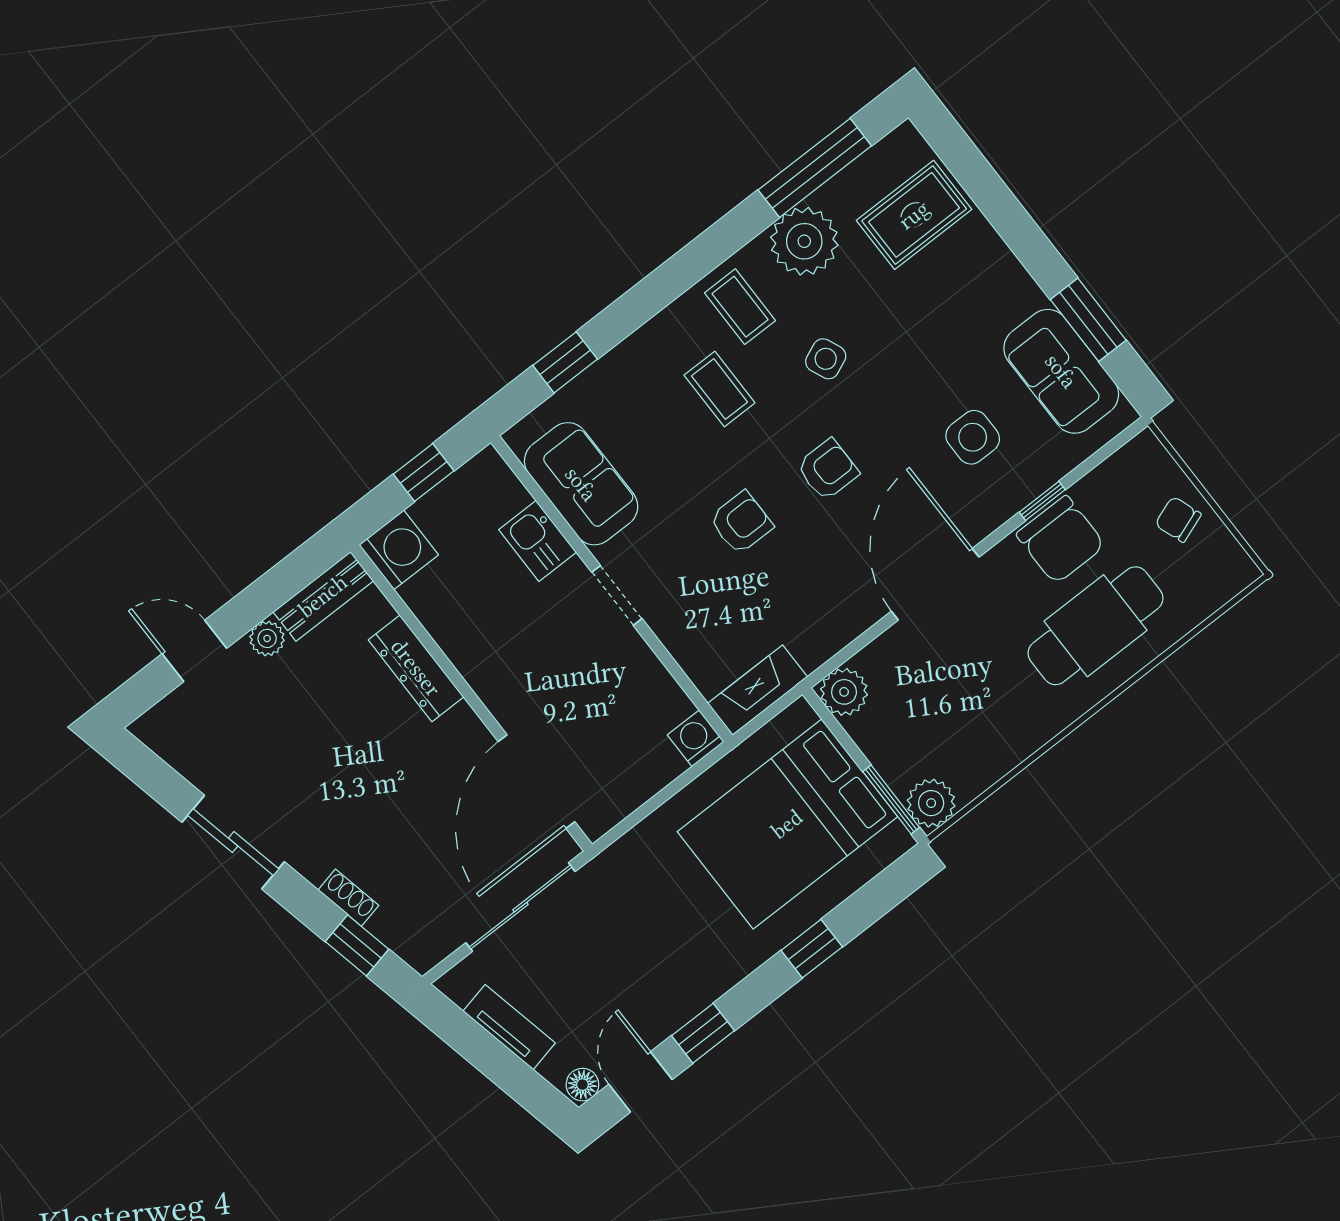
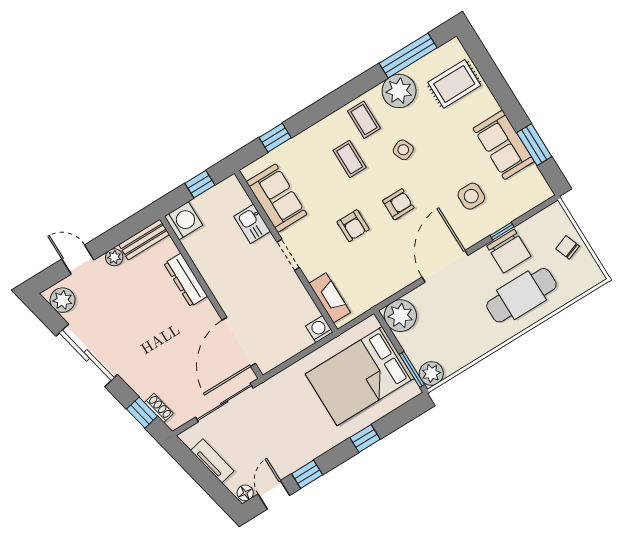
sofa: (1061, 371) -> (504, 145), moved
armchair: (741, 523) -> (353, 226), turned 90
fireplace: (758, 690) -> (330, 298), moved, turned 90
plant: (844, 692) -> (400, 316), width x1.36, depth x1.36
plant: (172, 736) -> (63, 300), added
sliding door: (233, 842) -> (87, 355), width x1.37
shoe rack: (348, 898) -> (159, 408), moved

